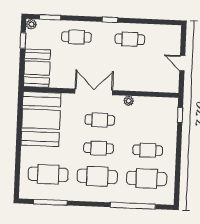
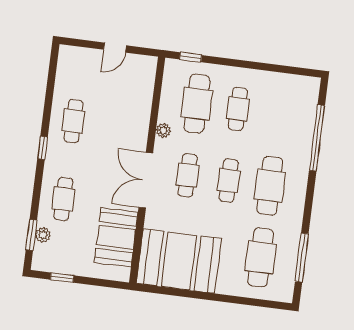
plant: (31, 24) -> (43, 235), moved
booth: (37, 68) -> (116, 237), moved, turned 90
cafe table: (147, 178) -> (197, 104), moved

